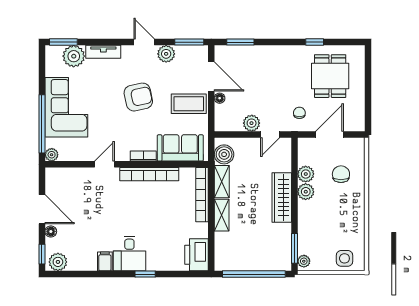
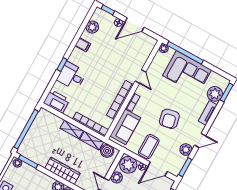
plant: (227, 117) -> (128, 165), added
desk: (129, 254) -> (72, 76), moved
plant: (58, 262) -> (92, 27), moved

